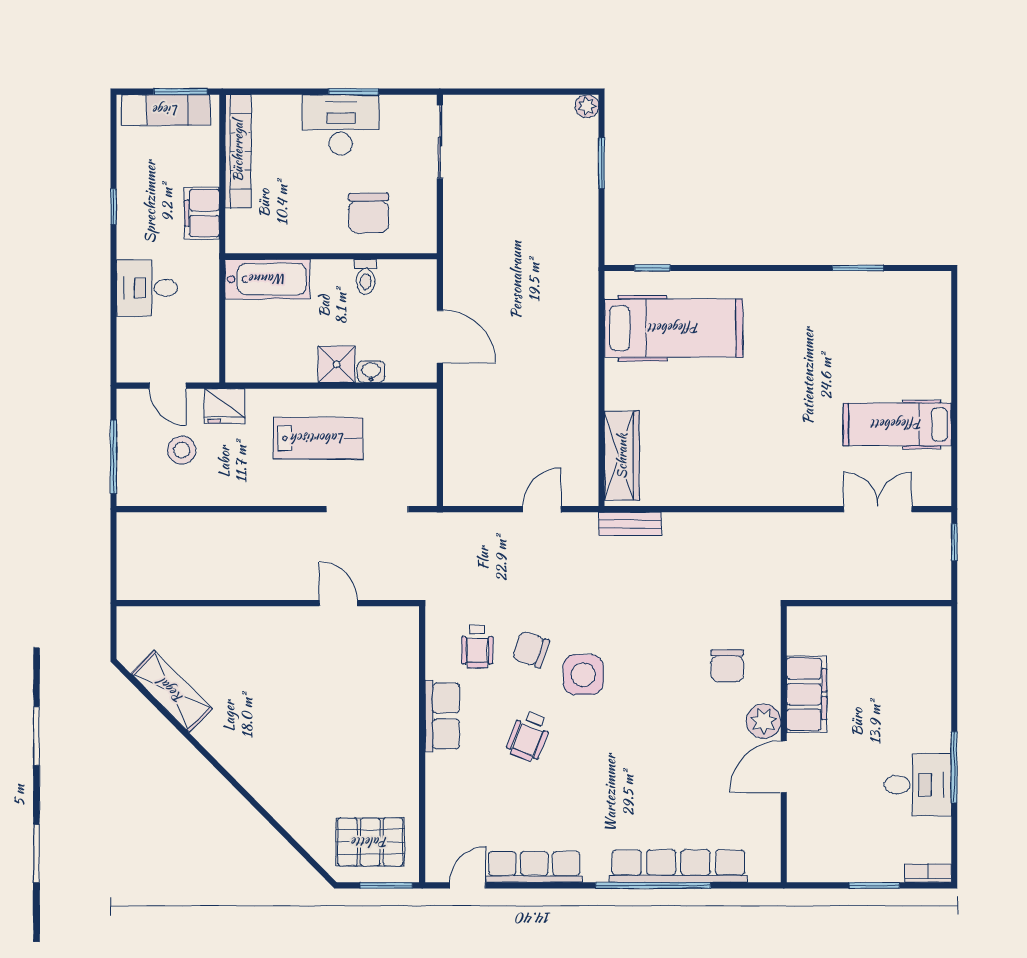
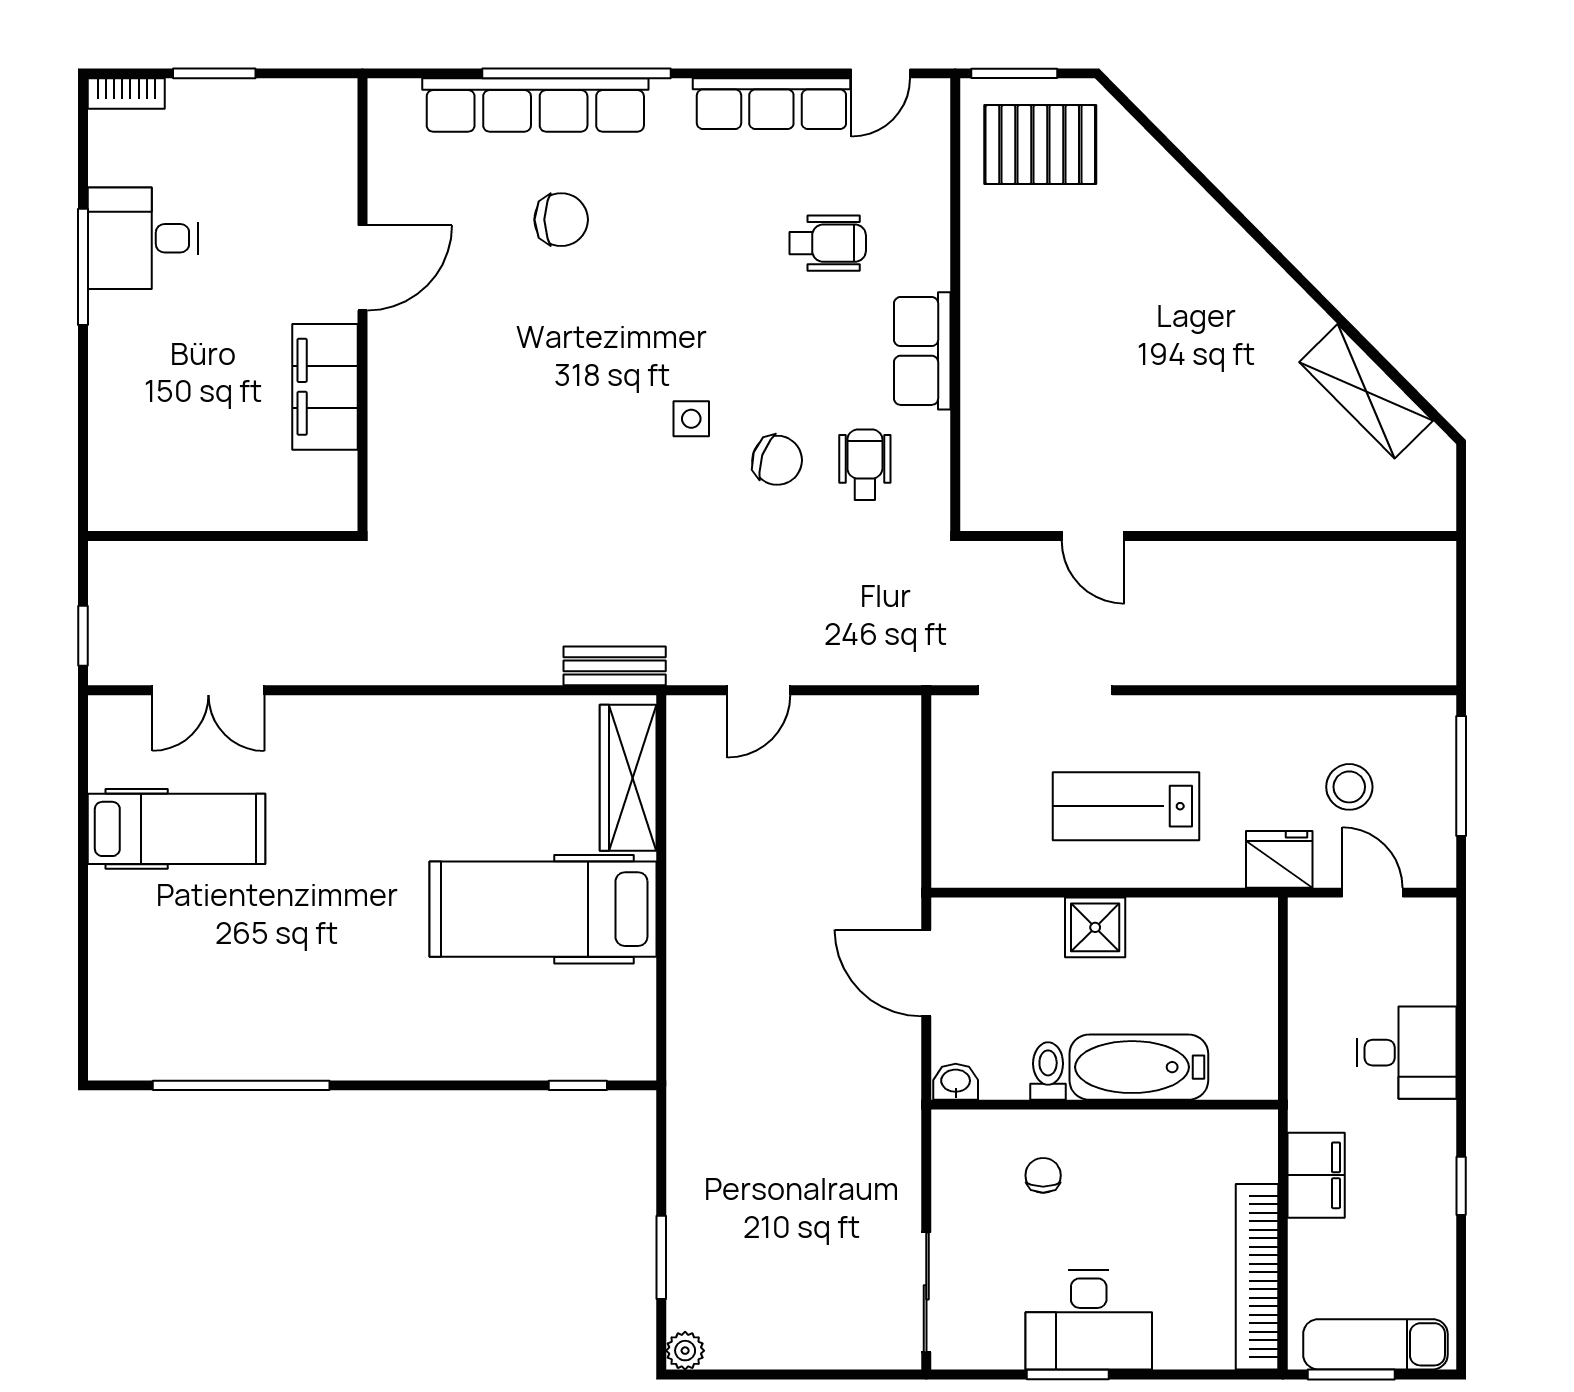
chair: (369, 213) -> (1043, 1175), width x0.54, depth x0.54
window: (858, 268) -> (241, 1085), width x2.11
bathtub: (268, 279) -> (1139, 1067), moved
hospital bed: (674, 328) -> (543, 909), moved
washbasin: (371, 372) -> (956, 1082), moved, turned 180
chair: (727, 666) -> (561, 220), moved, turned 90
side table: (583, 675) -> (691, 419), width x0.54, depth x0.54
plant: (764, 721) -> (395, 342), removed
wheelchair: (529, 736) -> (828, 243), moved, turned 69

